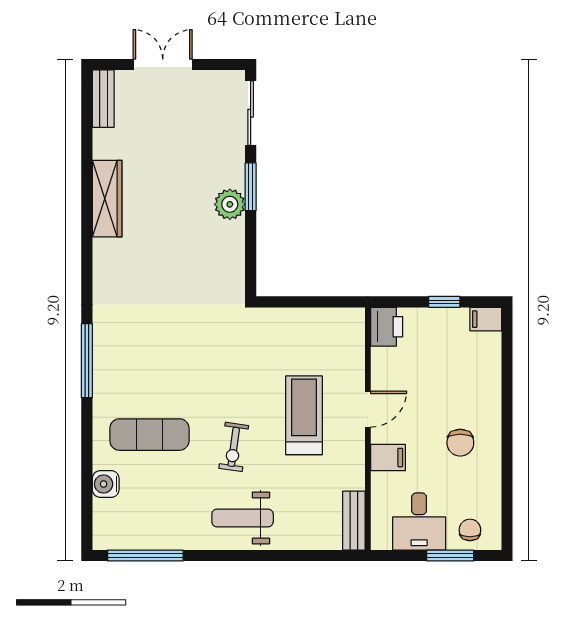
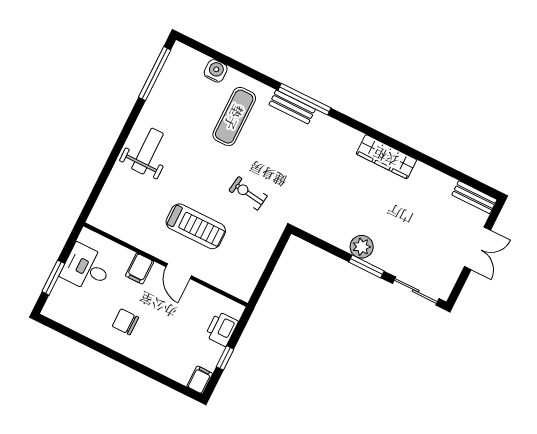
wardrobe: (107, 199) -> (386, 157), moved
printer: (387, 327) -> (222, 329), moved, turned 90
exercise bike: (234, 447) -> (248, 193), moved
bench: (354, 521) -> (292, 107), moved
chair: (470, 530) -> (64, 299), removed

